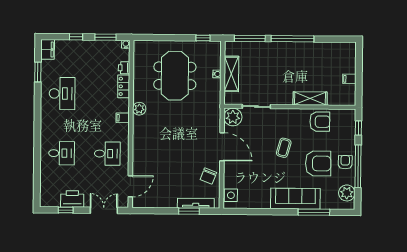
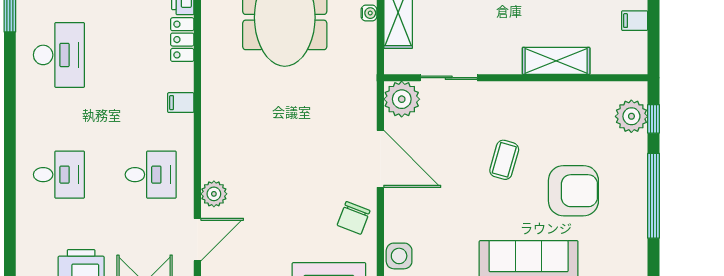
plant: (139, 109) -> (214, 194), moved
armchair: (320, 122) -> (576, 107), removed
armchair: (345, 162) -> (628, 188), removed
plant: (347, 193) -> (631, 116), moved

